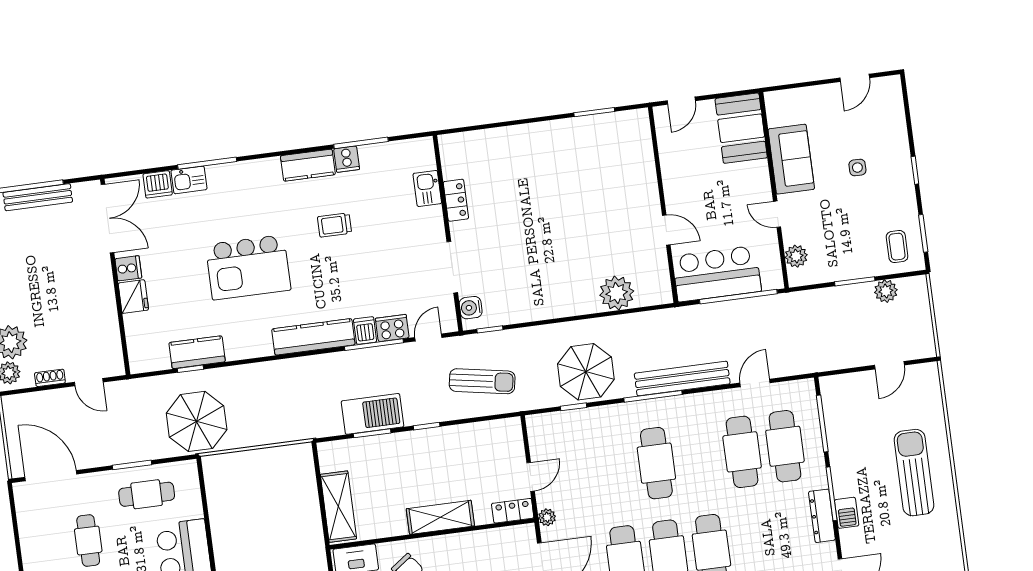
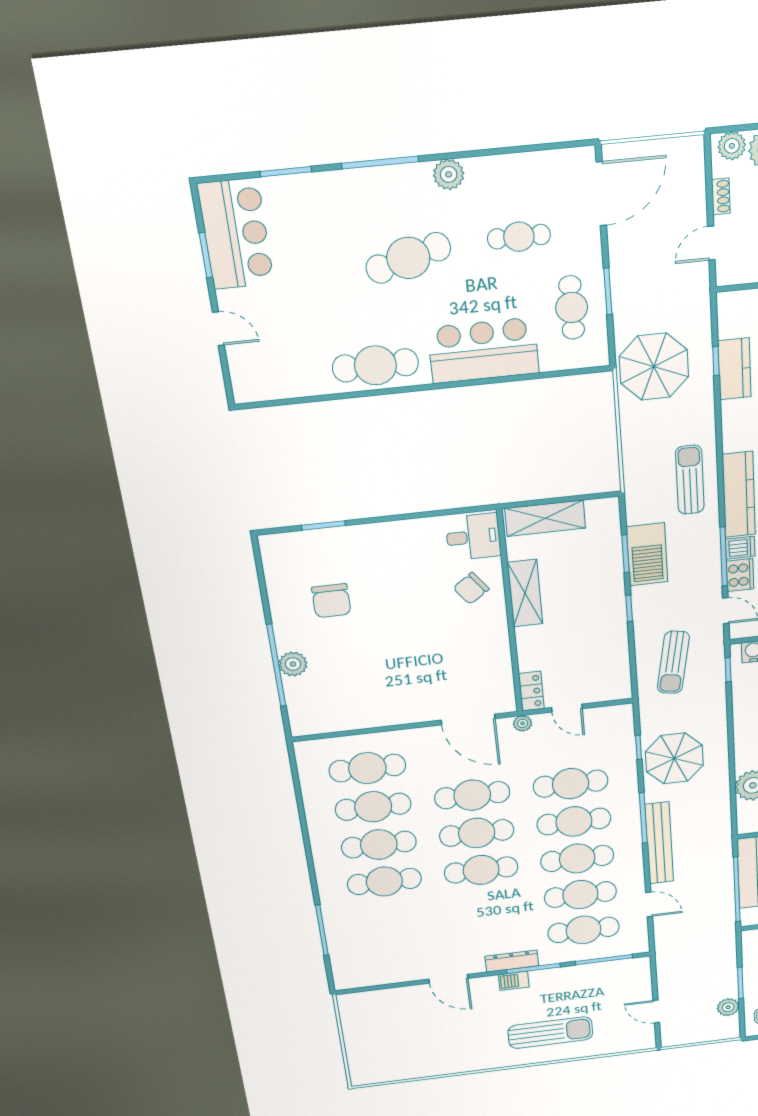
sun lounger: (300, 382) -> (690, 480), added
cafe table: (699, 458) -> (577, 858), added
cafe table: (613, 469) -> (571, 784), added
shelving: (440, 517) -> (525, 593), moved

